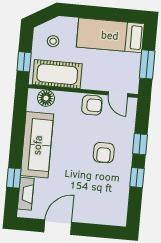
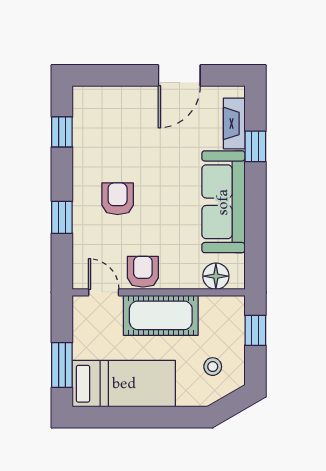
window: (147, 64) -> (62, 365), moved
cot: (57, 74) -> (161, 315), moved
armchair: (92, 105) -> (143, 272), turned 90
window: (137, 178) -> (62, 132), moved

